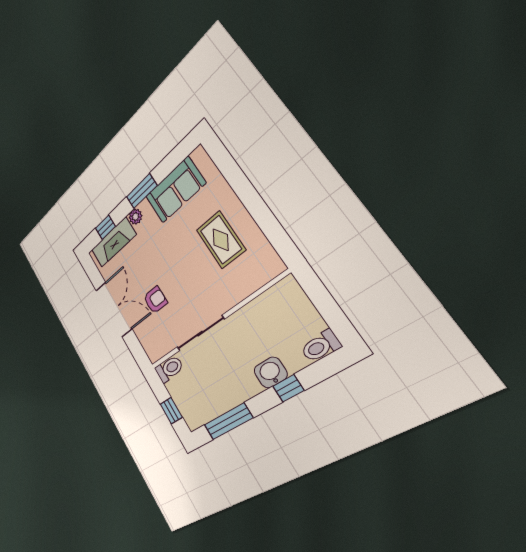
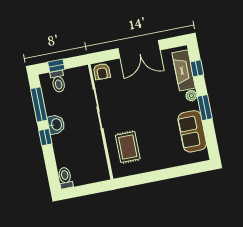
rug: (221, 240) -> (128, 147), moved, turned 90
armchair: (155, 300) -> (102, 71), moved
toilet: (169, 369) -> (58, 82), moved
washbasin: (271, 373) -> (56, 124), moved
window: (288, 388) -> (45, 137), moved

